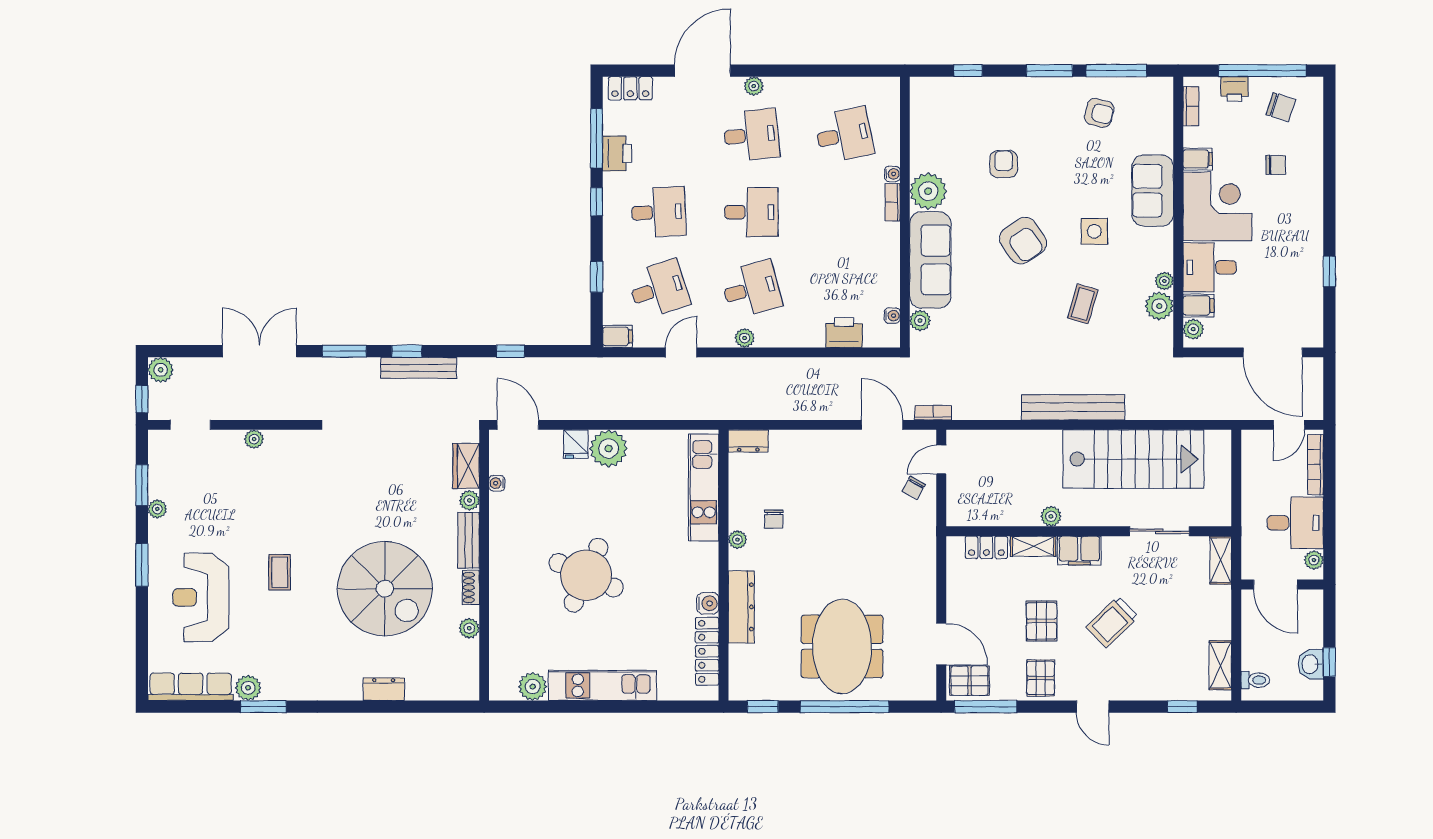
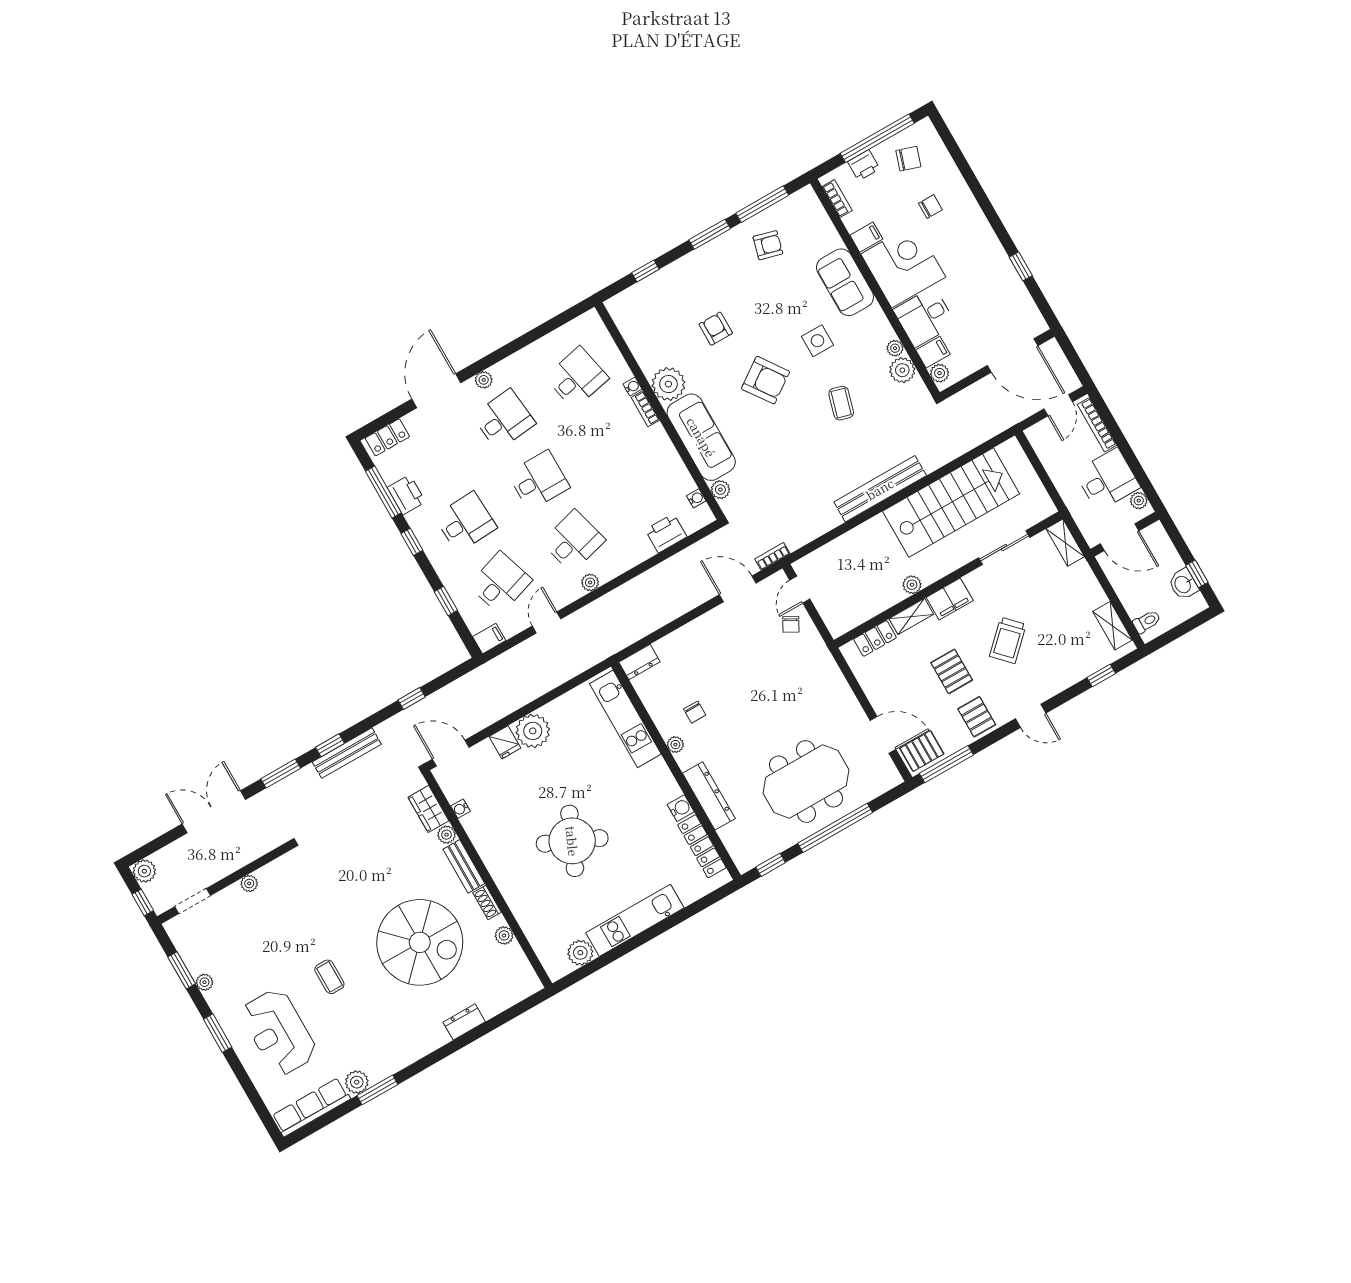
meeting table: (842, 646) -> (806, 782), turned 90

